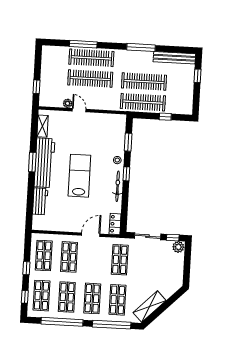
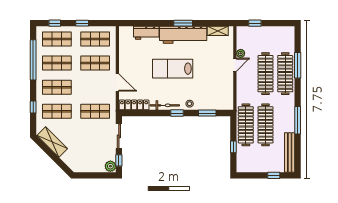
lab bench: (79, 176) -> (173, 69), turned 180
locker: (115, 224) -> (134, 105), width x1.53
window: (112, 325) -> (33, 107), width x0.32

